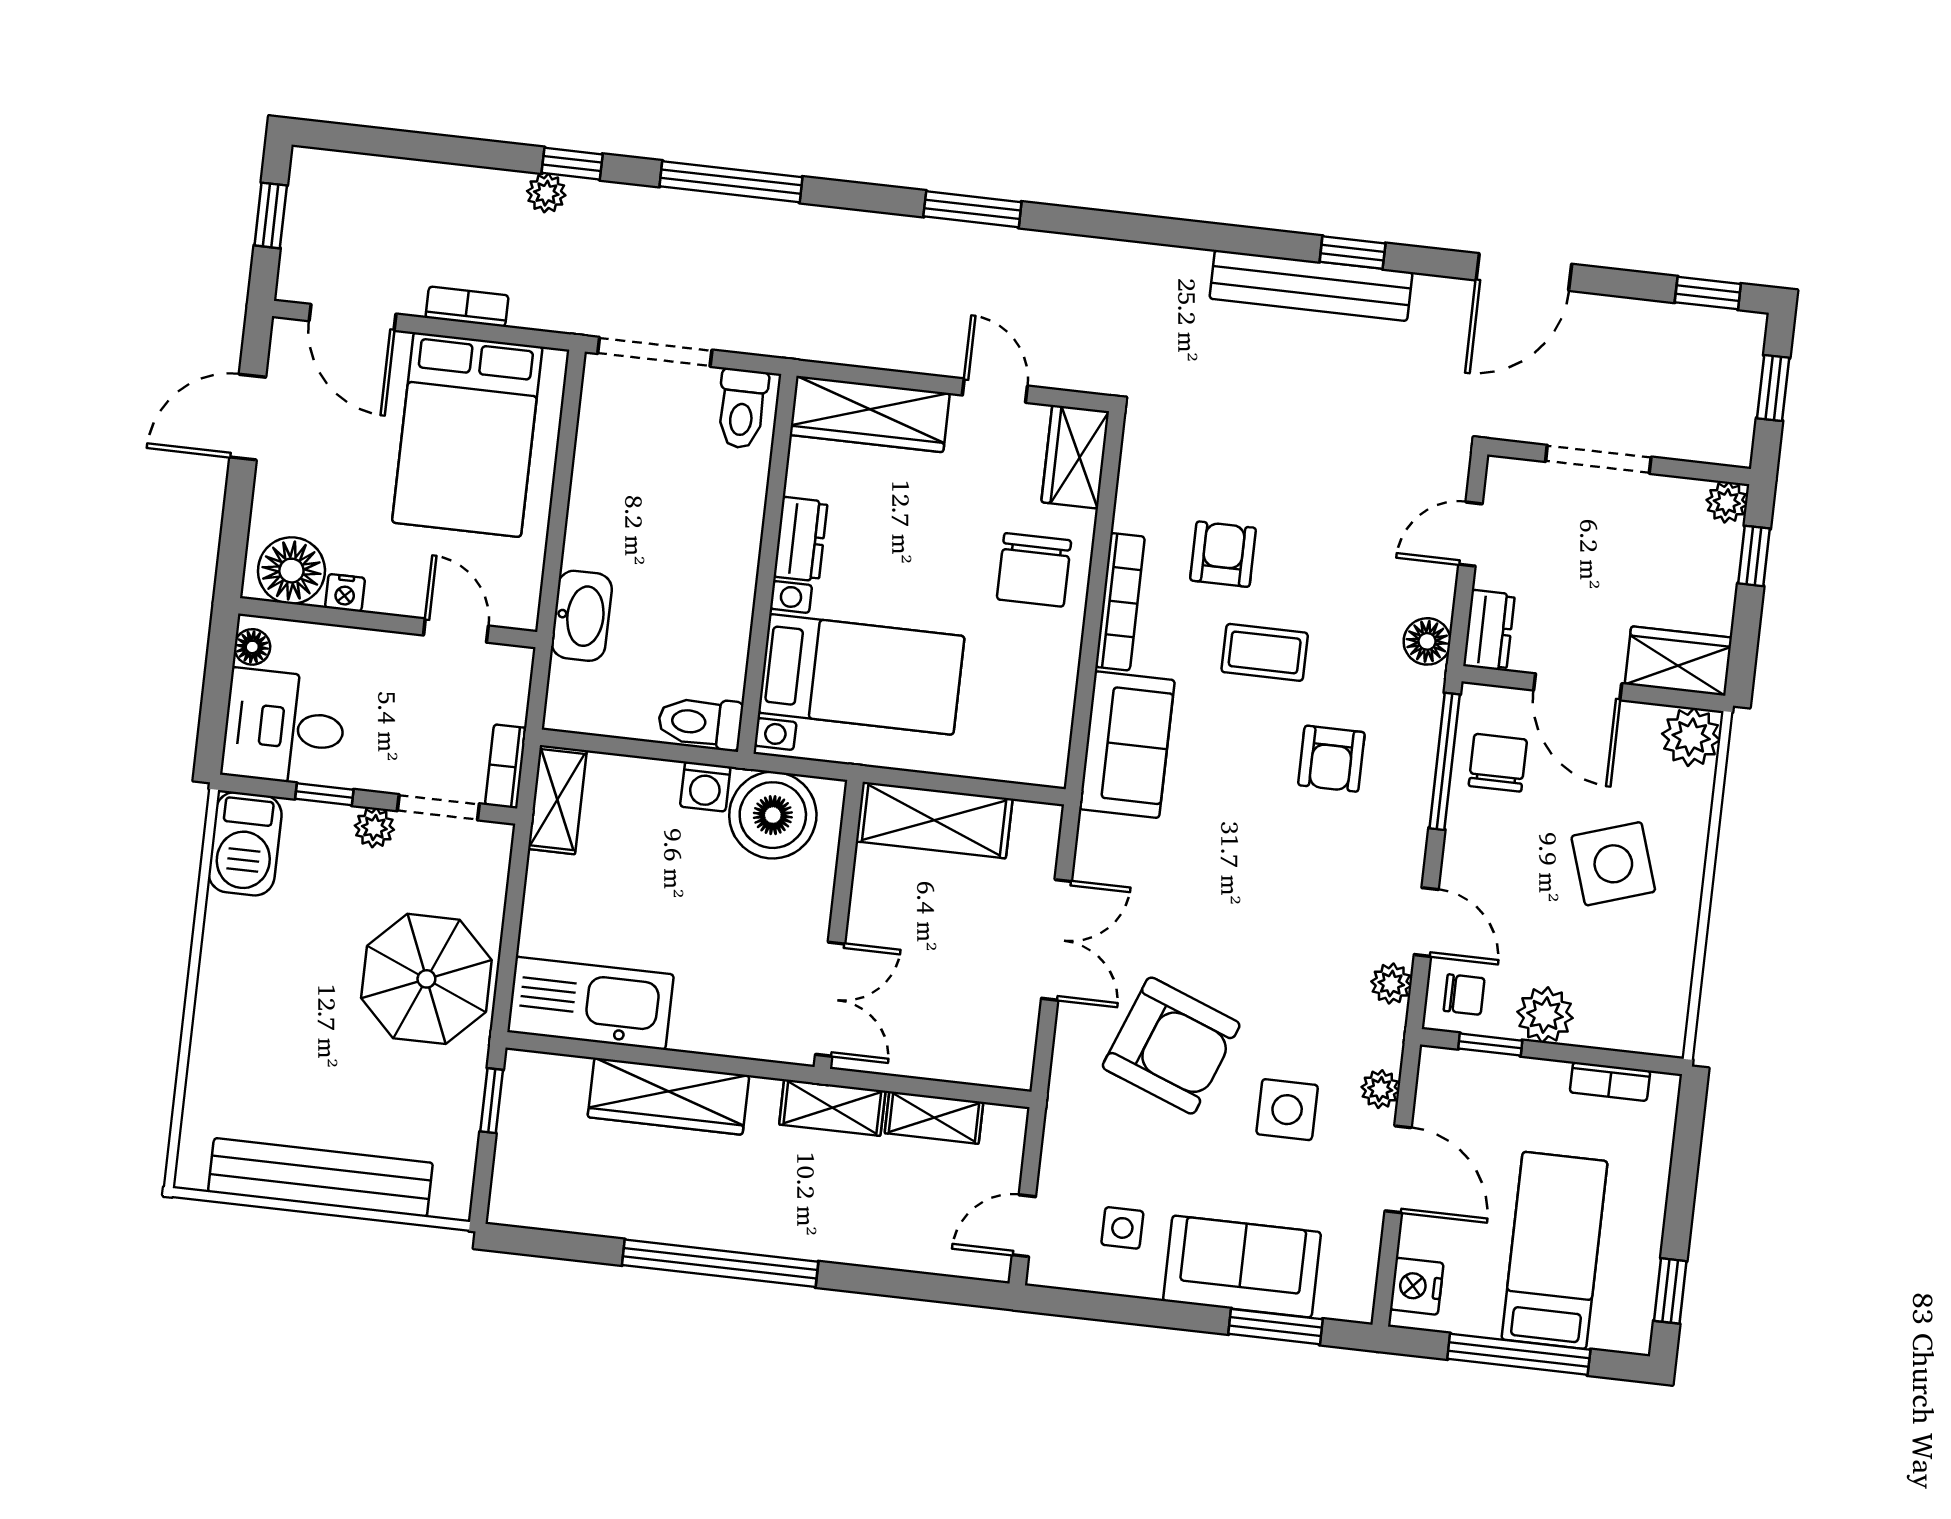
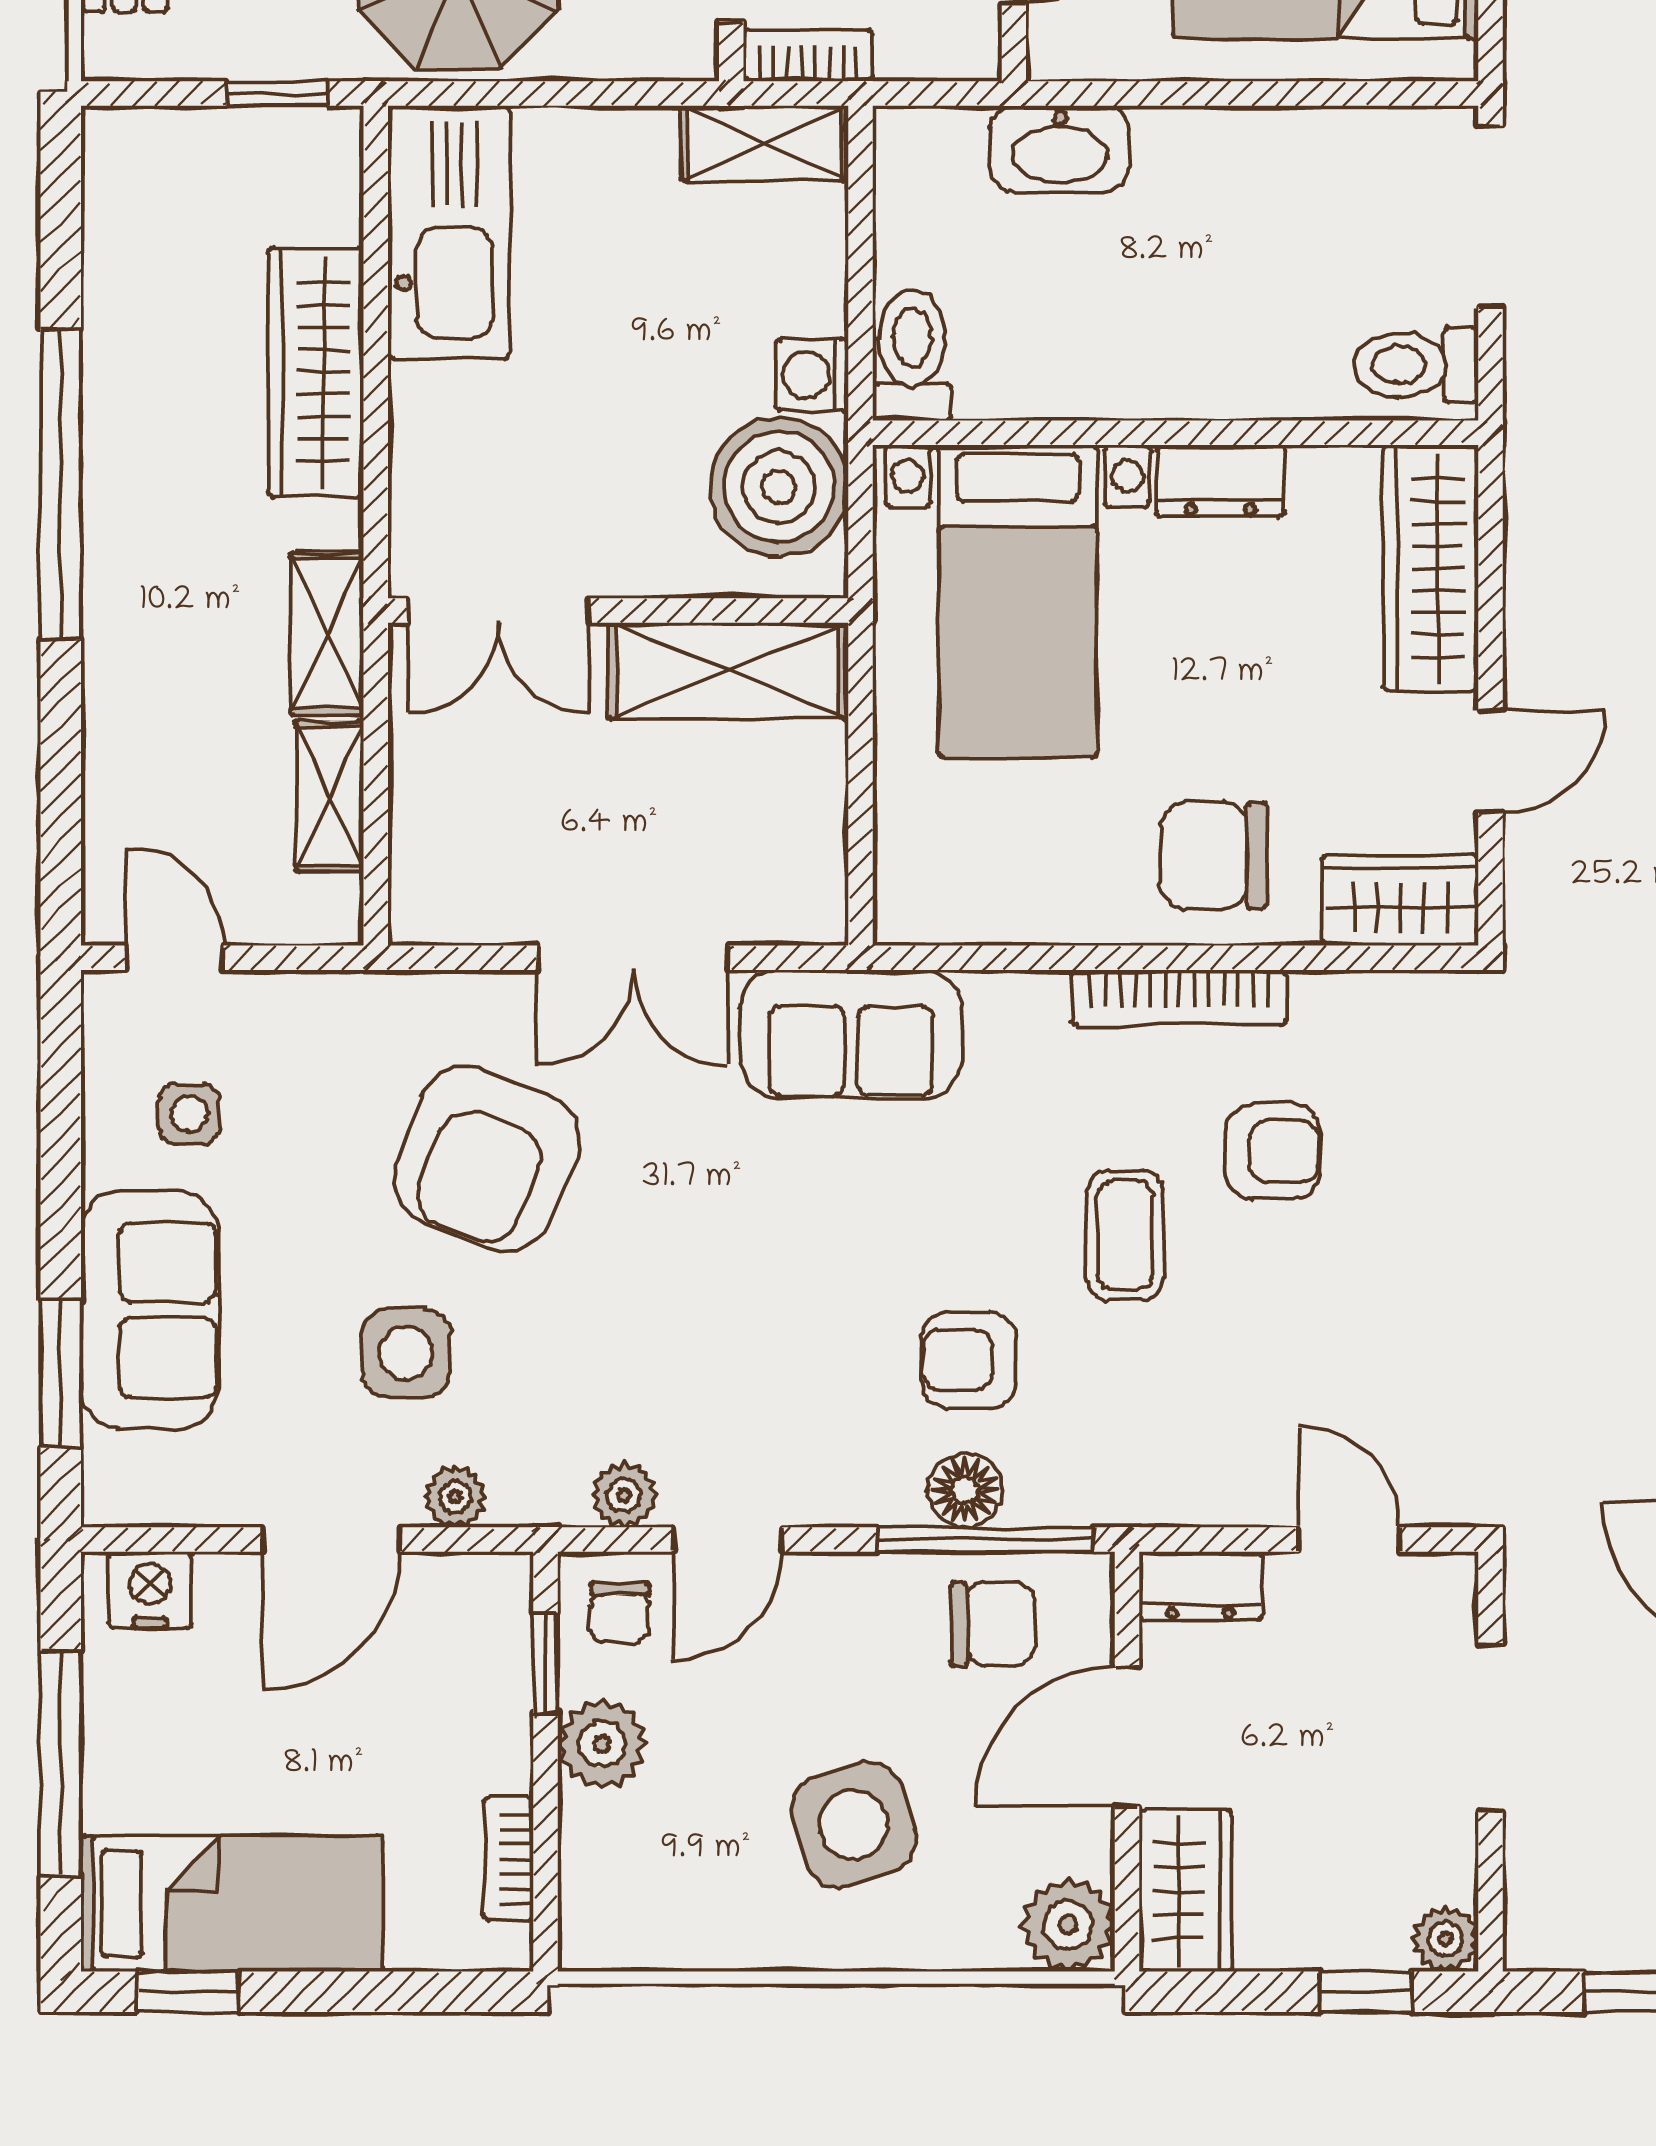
floor lamp: (1427, 641) -> (965, 1490), moved
sofa: (1127, 745) -> (851, 1034), moved
shelving: (934, 820) -> (728, 671), moved, turned 90
bed: (1554, 1250) -> (232, 1904), moved

